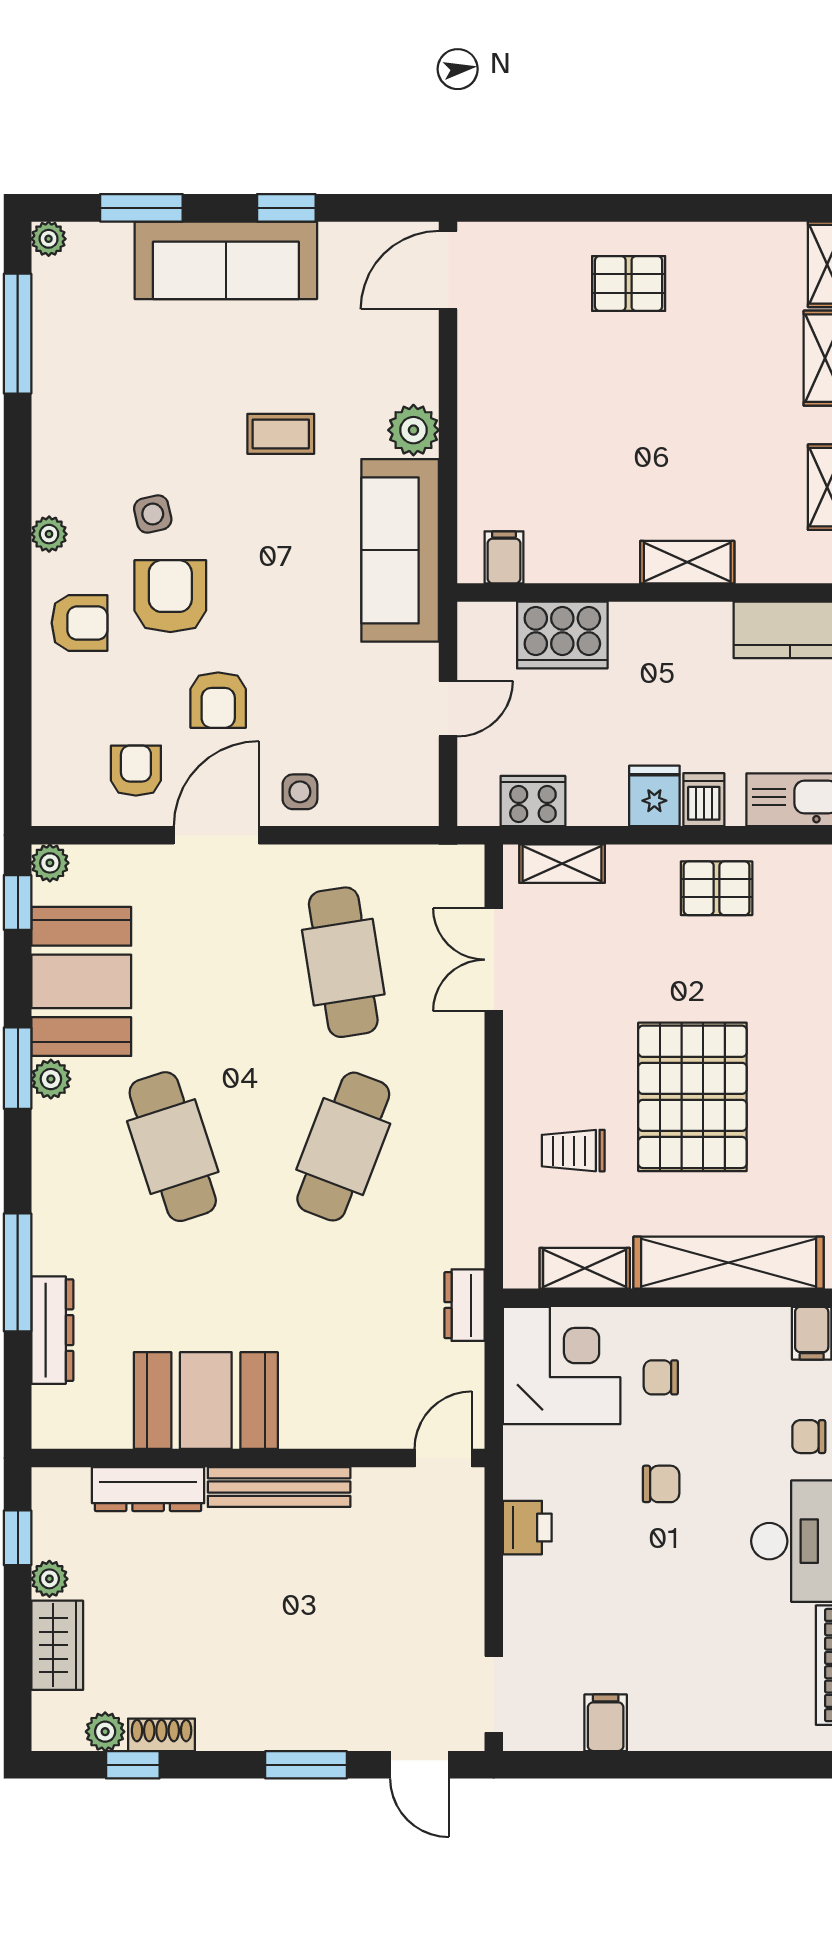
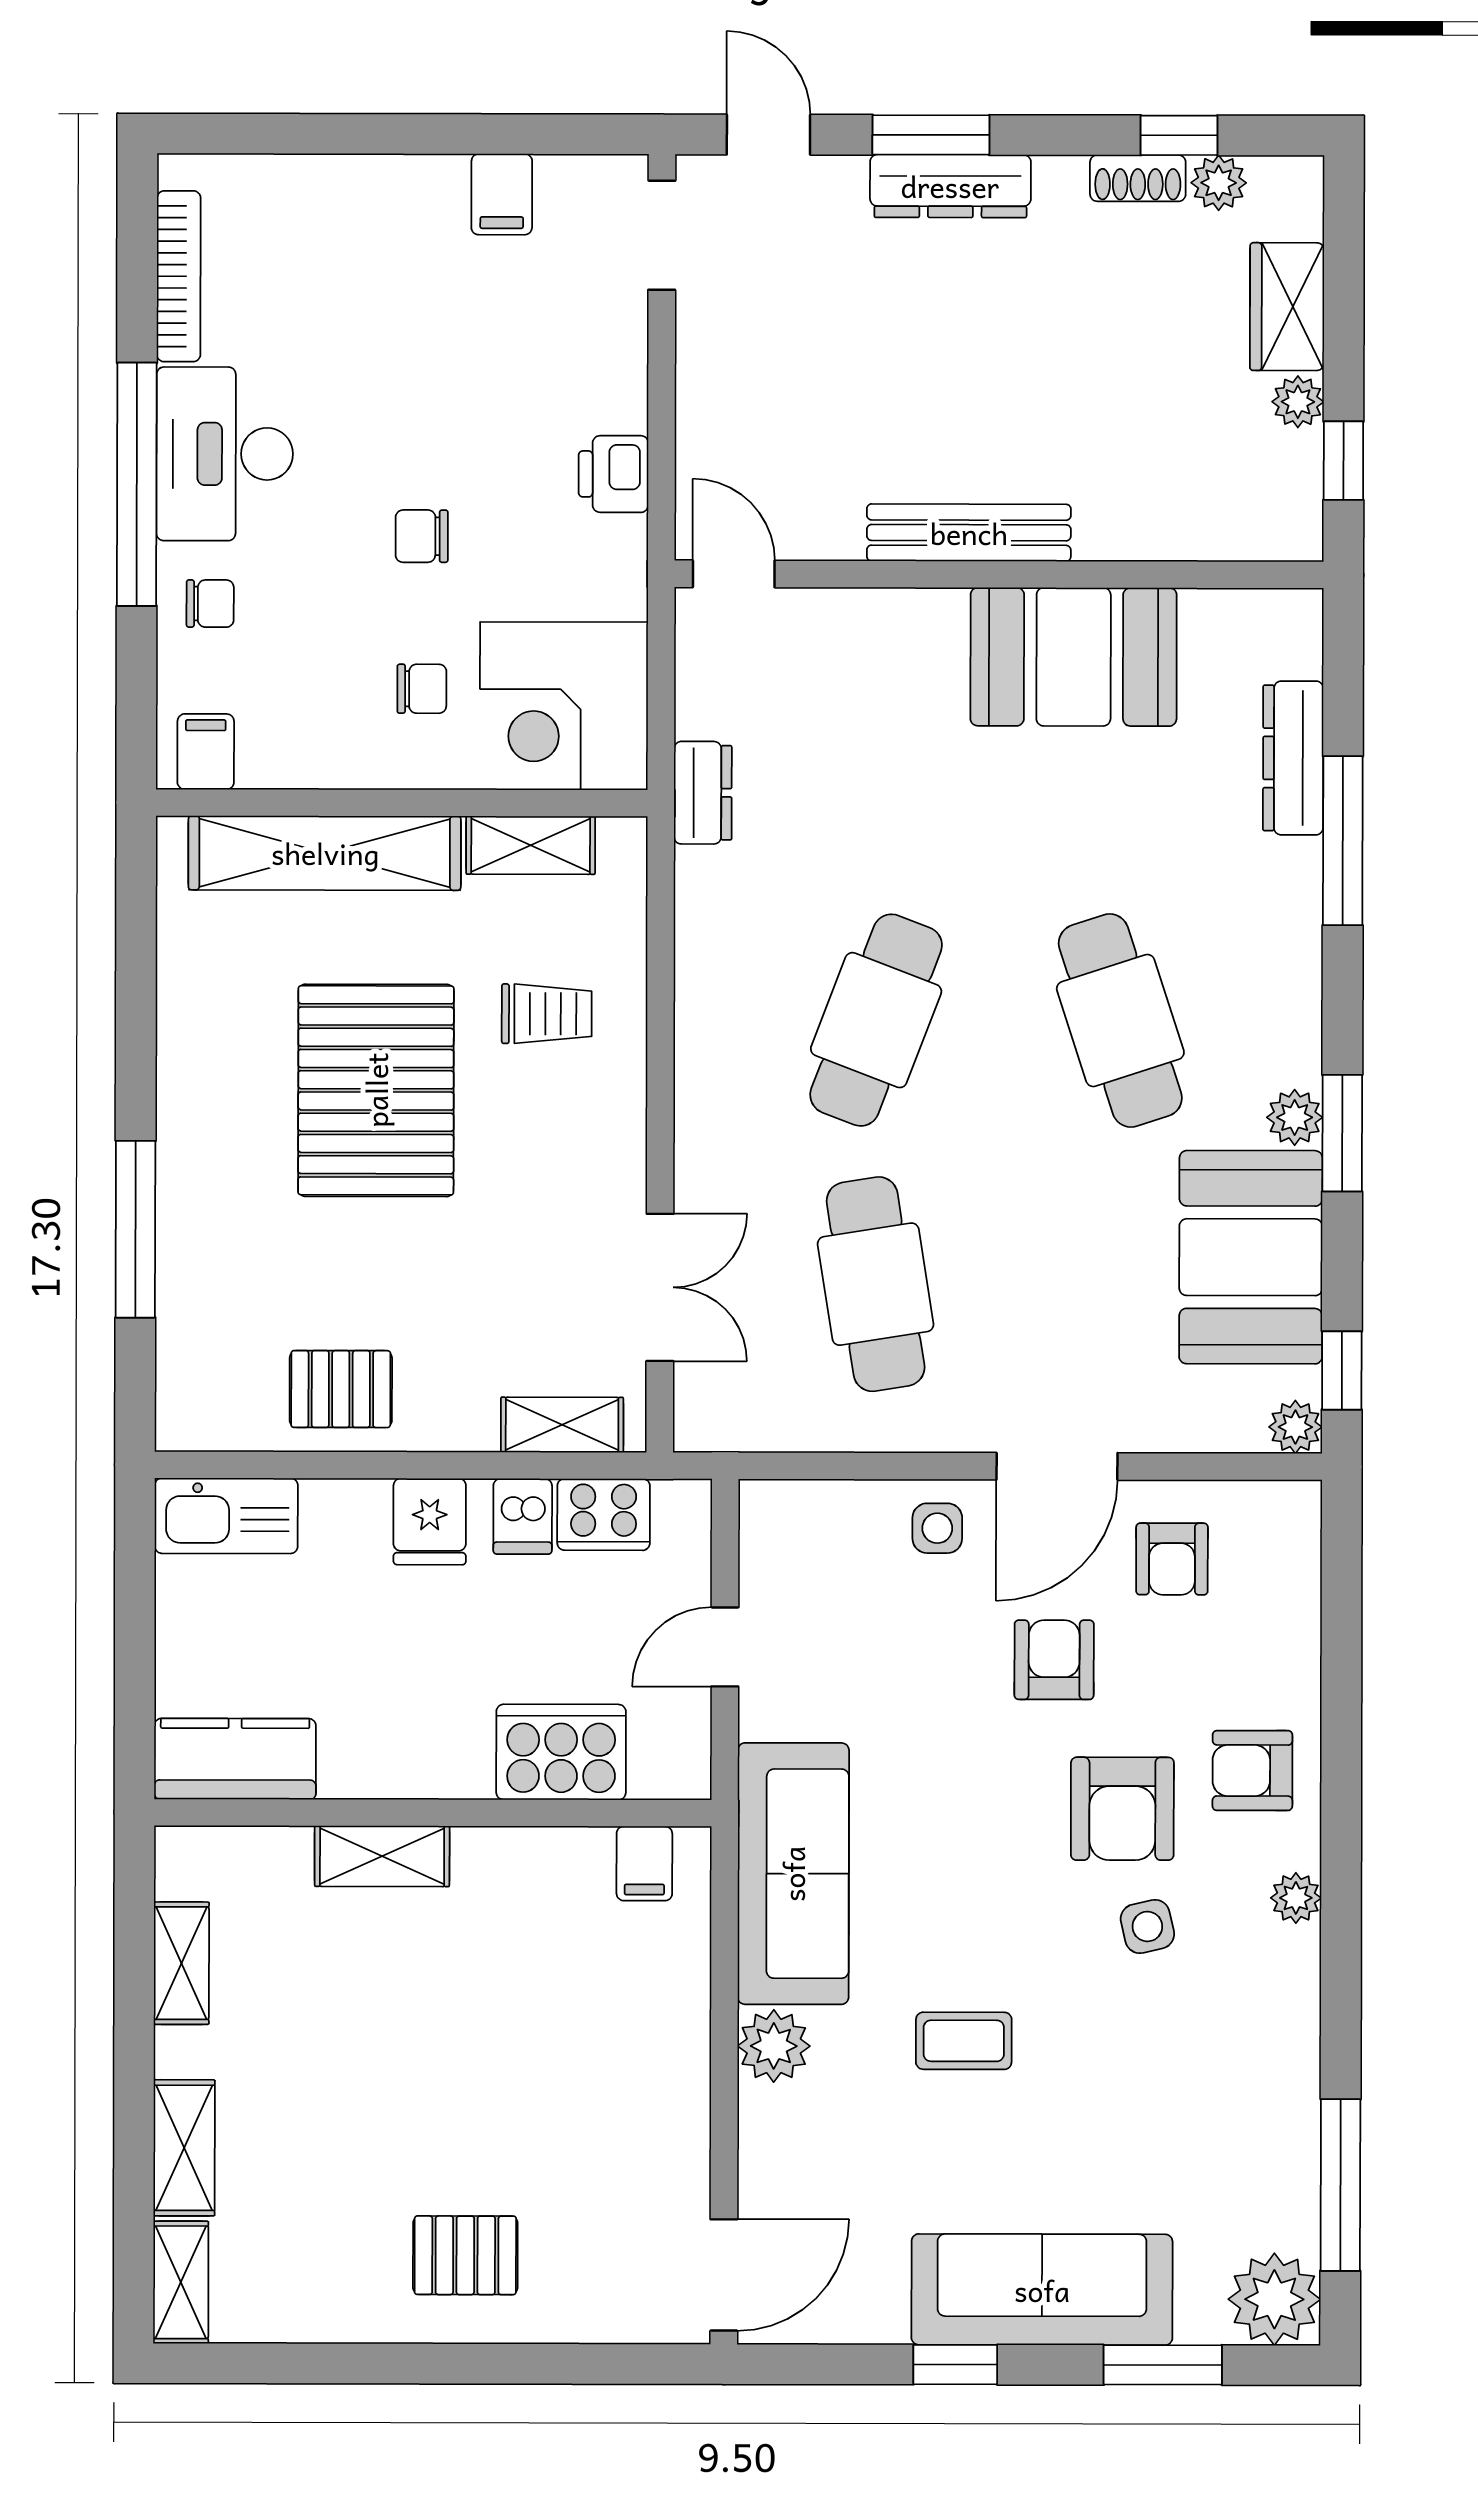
plant: (49, 239) -> (1274, 2299), width x1.88, depth x1.88
dishwasher: (704, 800) -> (523, 1516), moved
door: (443, 1458) -> (734, 574), swing flipped
dresser: (148, 1489) -> (950, 186), moved, turned 180

